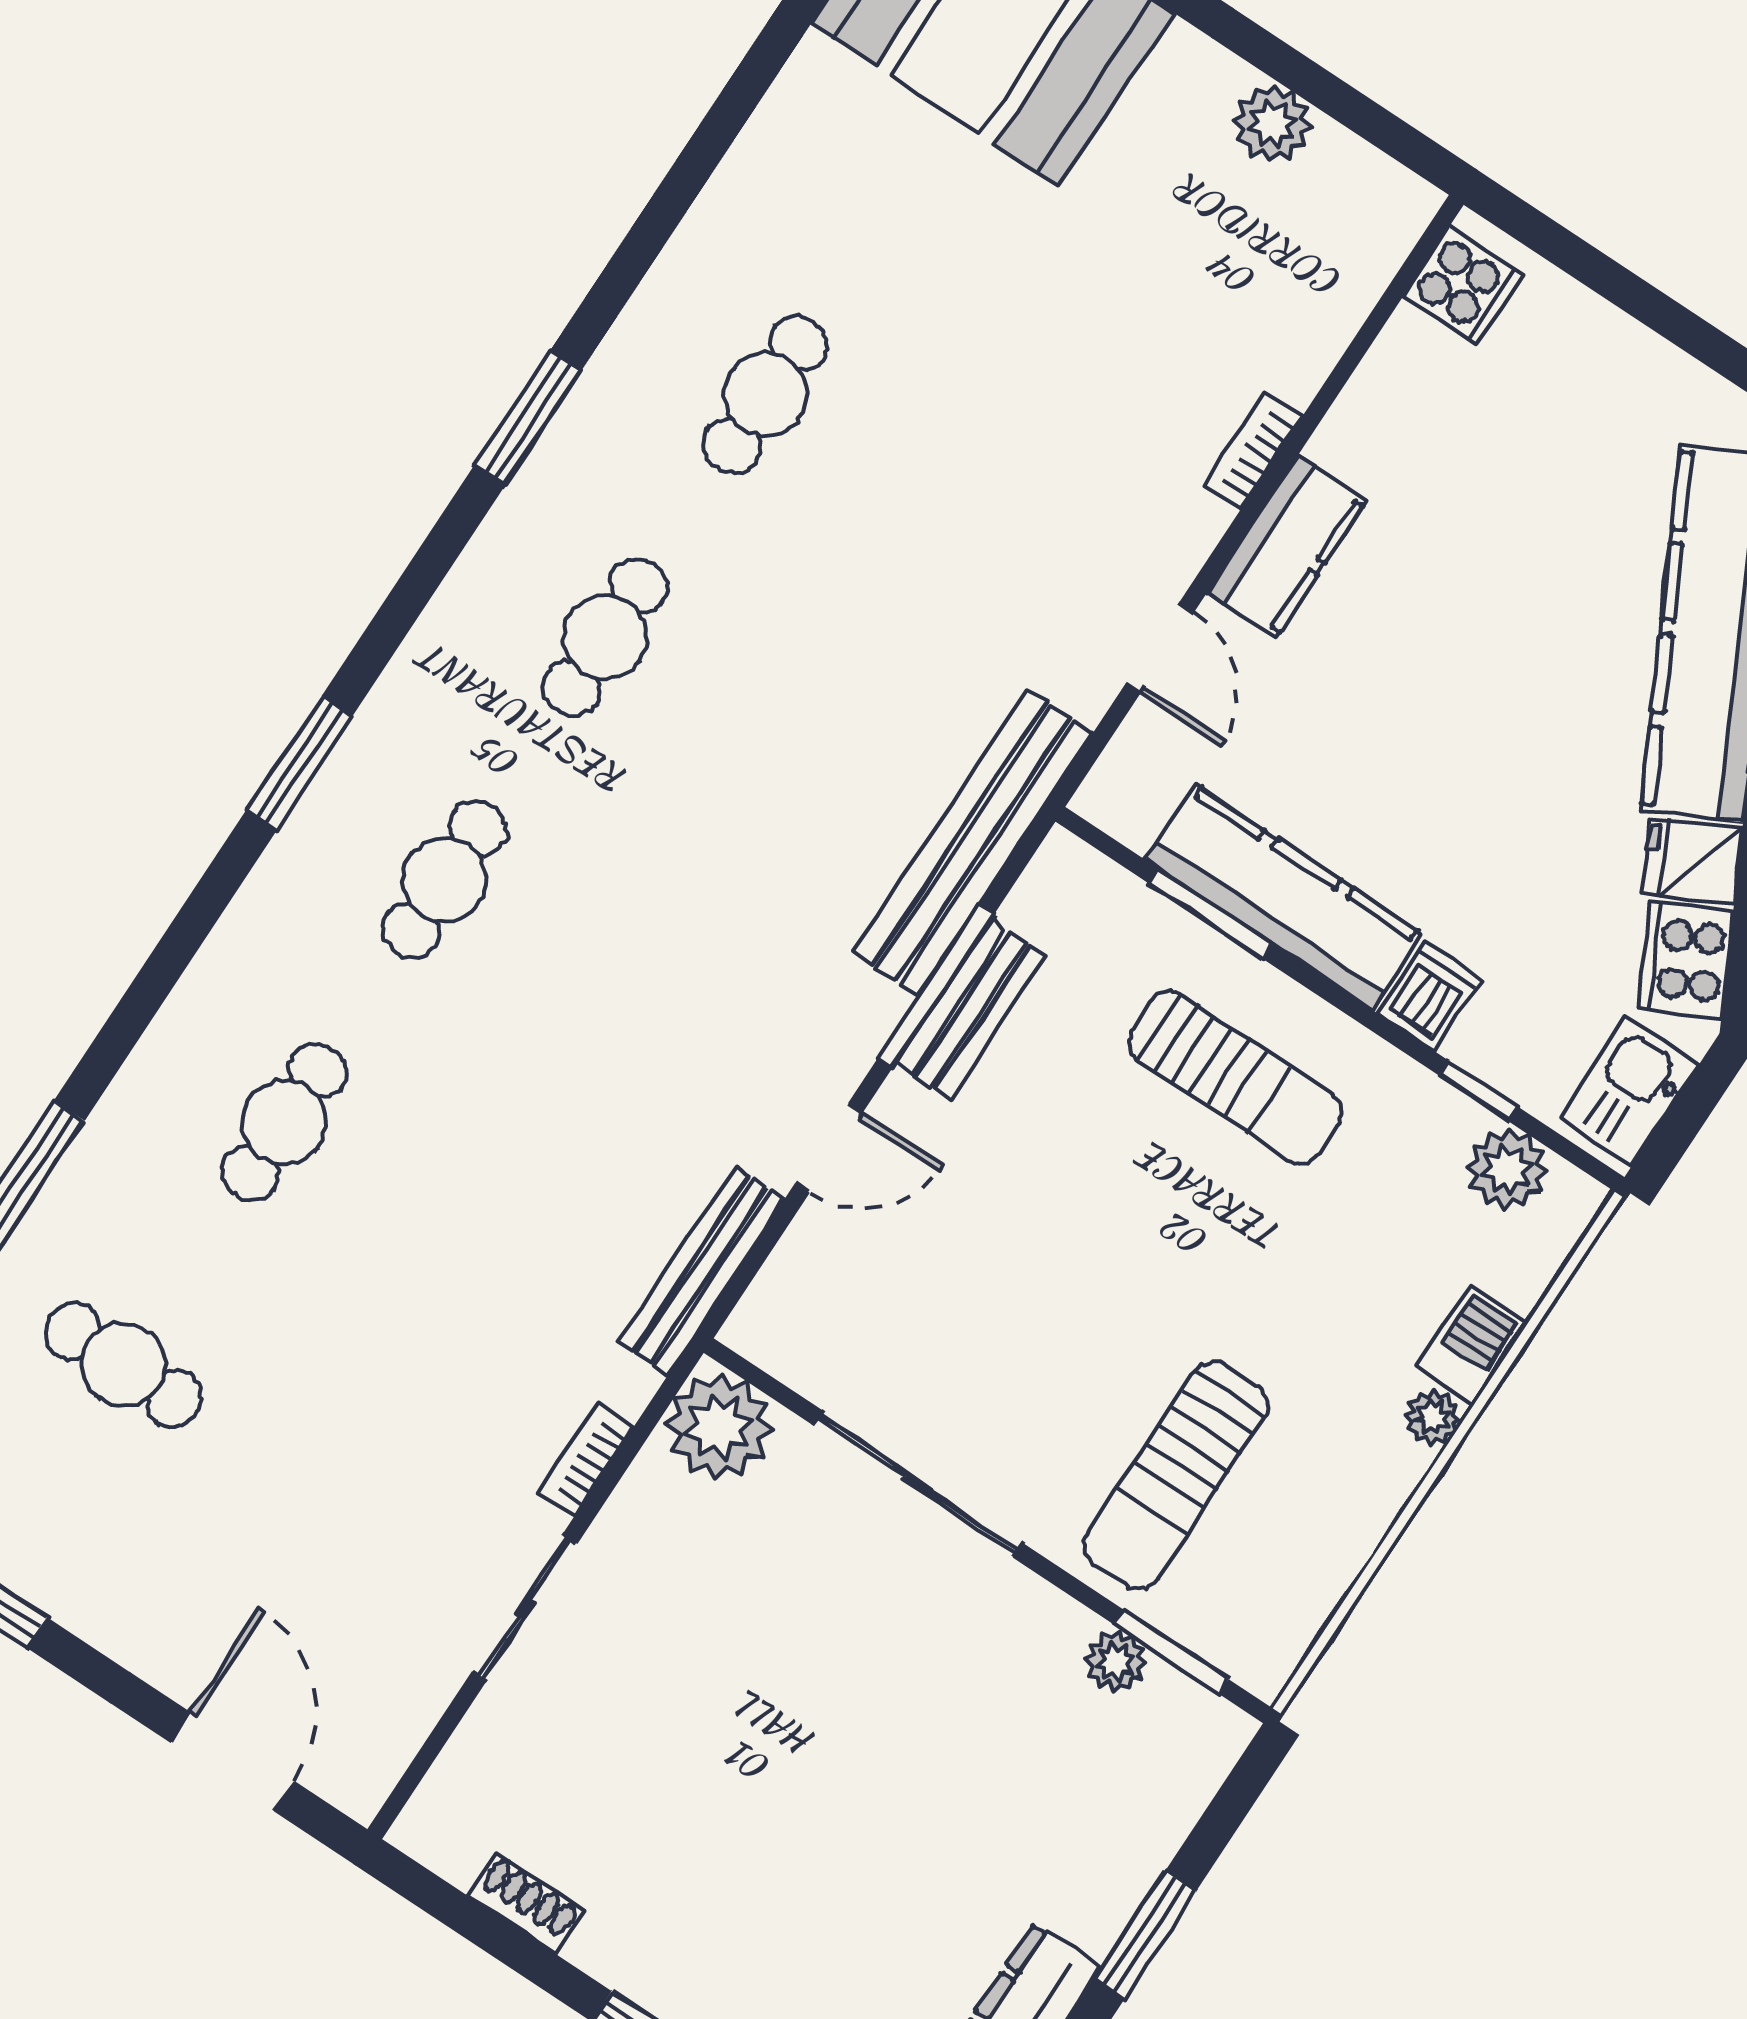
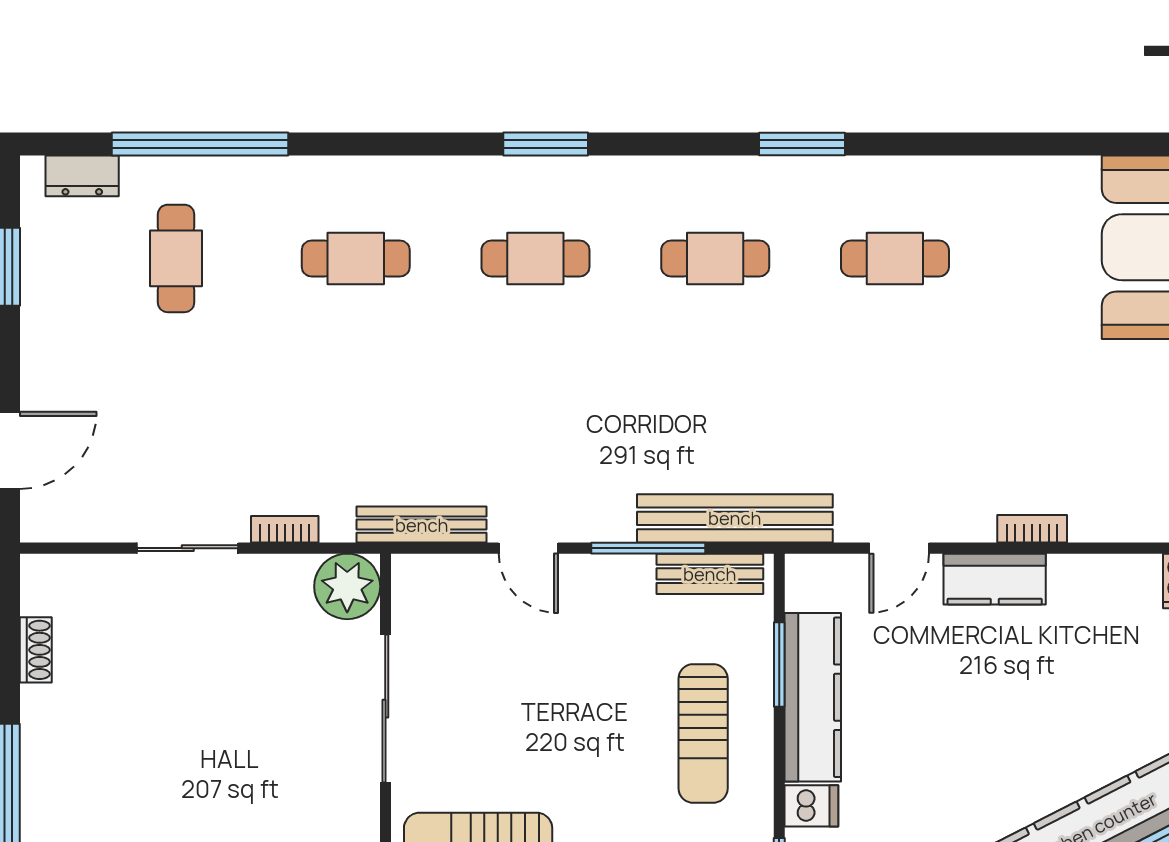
bench: (971, 1009) -> (710, 574), moved

